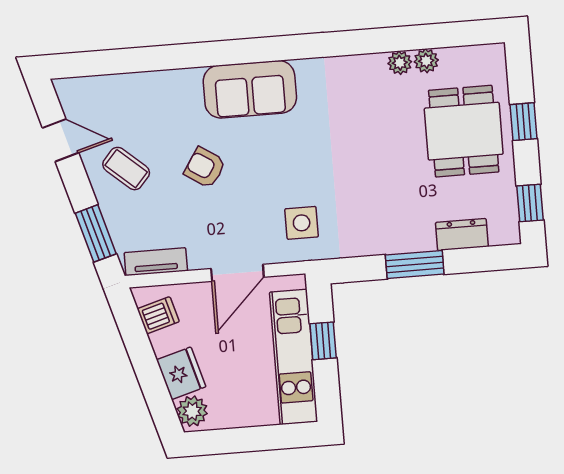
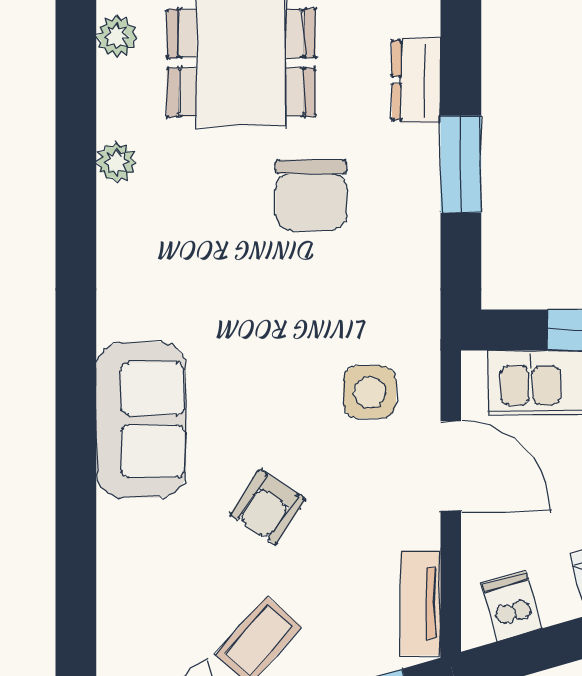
plant: (426, 61) -> (117, 37), moved
chair: (389, 178) -> (311, 195), added
side table: (302, 223) -> (370, 392), moved

